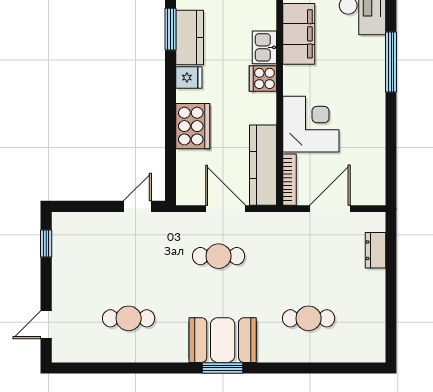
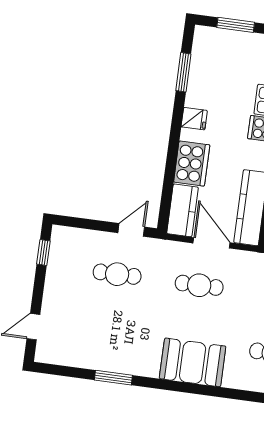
kitchen counter: (190, 38) -> (182, 210), moved
cafe table: (129, 318) -> (117, 274), moved
window: (222, 368) -> (113, 378), moved

